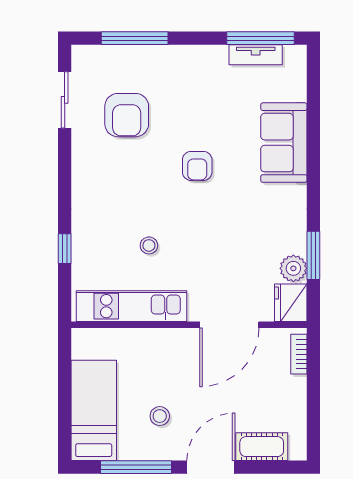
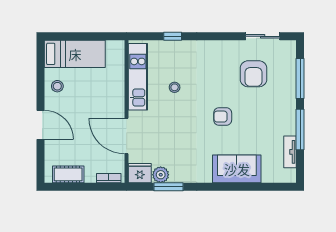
window: (261, 38) -> (300, 129), moved
armchair: (127, 115) -> (253, 74), turned -90
stool: (160, 416) -> (57, 86), moved
cot: (262, 447) -> (68, 174), moved, turned 90
window: (136, 467) -> (40, 79), removed

